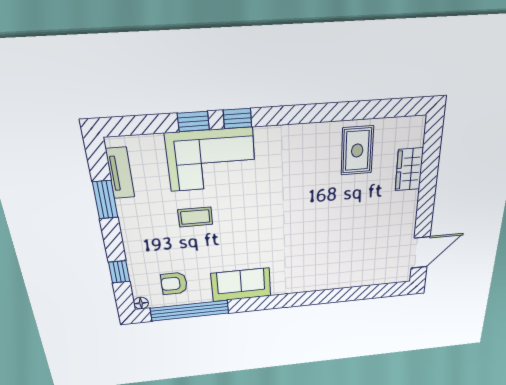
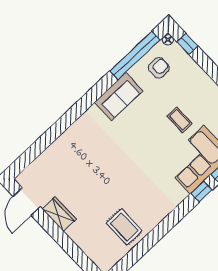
wardrobe: (409, 169) -> (59, 214), moved
coffee table: (195, 217) -> (180, 120), turned 90
window: (119, 272) -> (187, 44), moved

